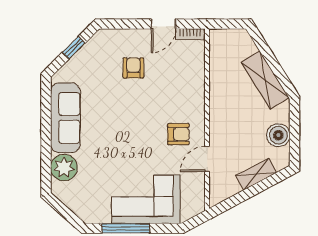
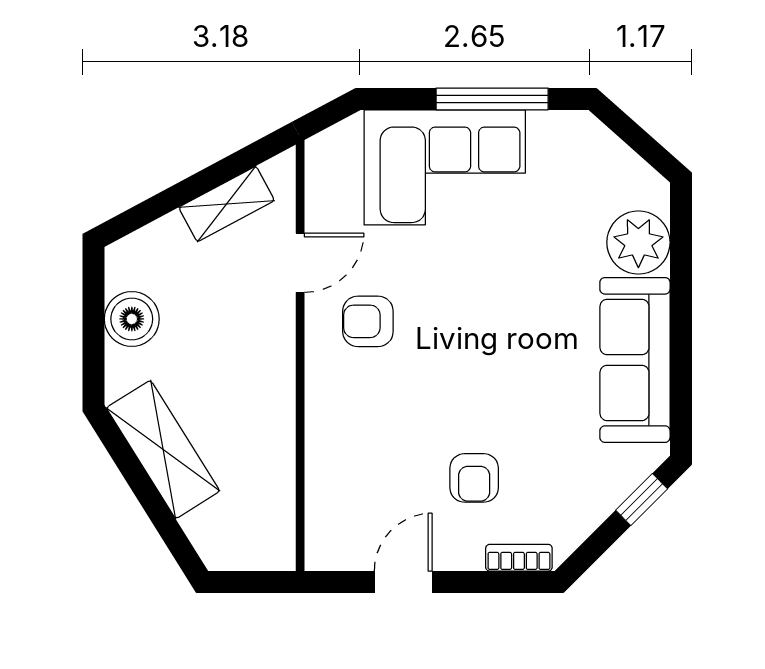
bookcase: (190, 34) -> (519, 558), moved
window: (74, 48) -> (642, 499), moved
shelving: (256, 174) -> (227, 204), moved

